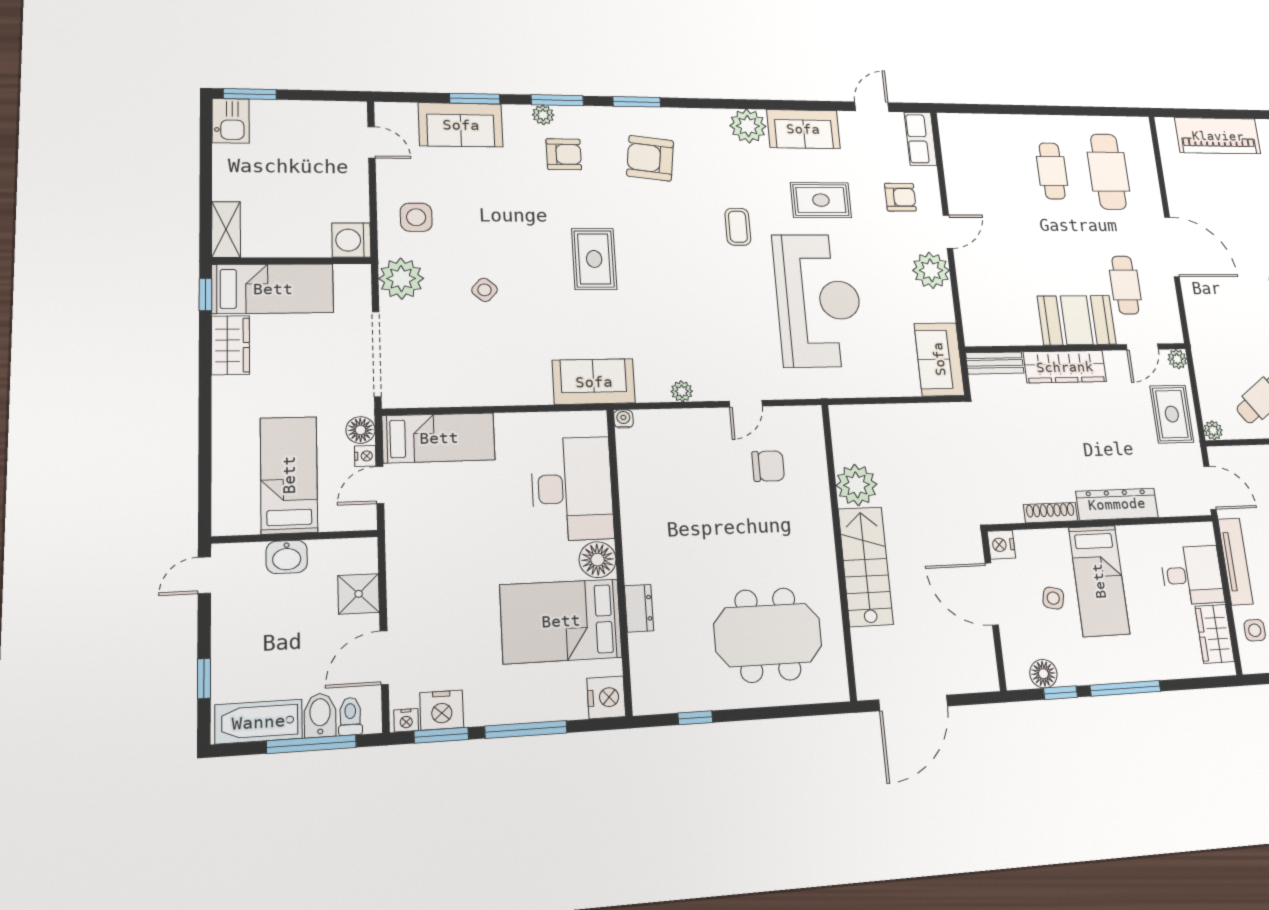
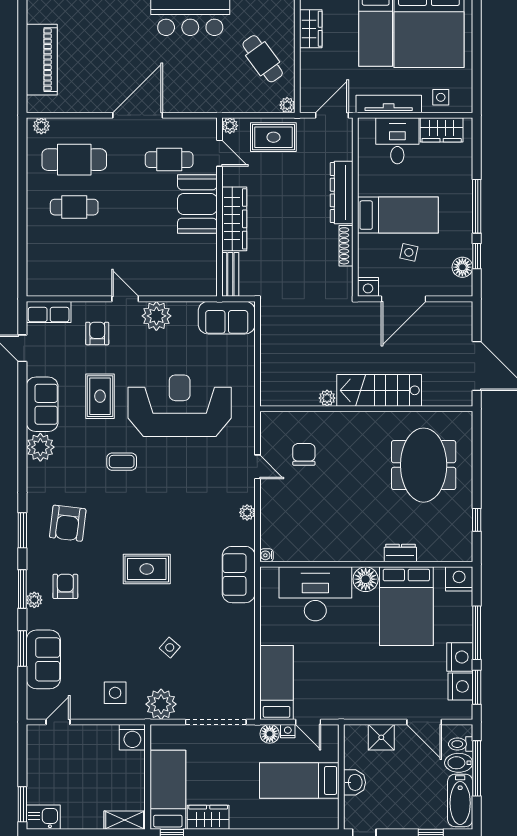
plant: (1142, 134) -> (41, 126), added
plant: (857, 485) -> (327, 398), width x0.53, depth x0.53
nightstand: (406, 720) -> (460, 657), moved, width x1.89, depth x1.79

